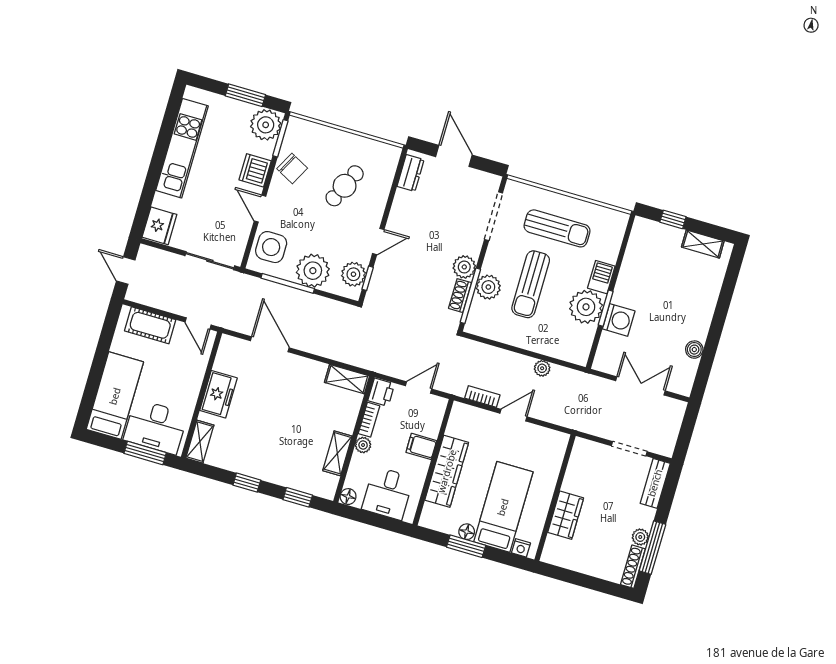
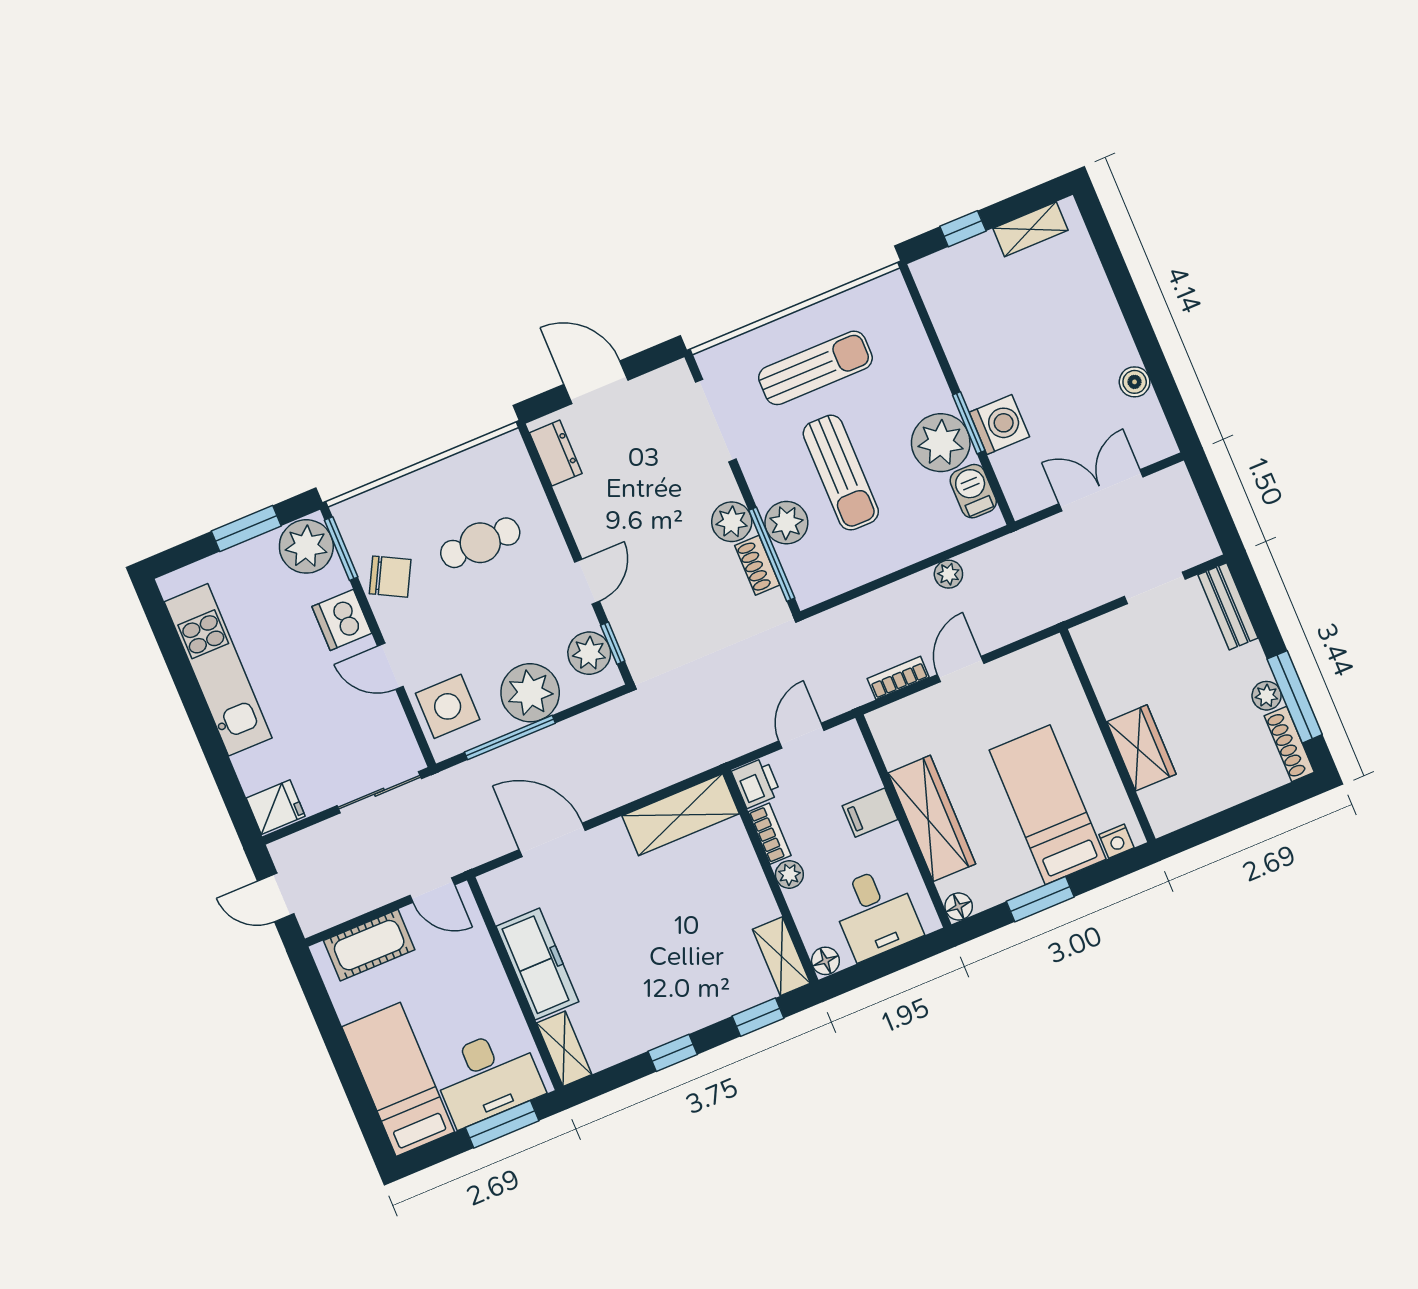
cafe table: (345, 186) -> (480, 543), turned 65
fridge: (159, 226) -> (276, 807), width x0.72
barbecue: (601, 277) -> (973, 491), moved
shelving: (347, 379) -> (681, 815), width x1.50, depth x1.33
freezer: (218, 394) -> (537, 964), width x1.40
shelving: (337, 453) -> (781, 956), moved
floor lamp: (467, 532) -> (959, 906), moved

